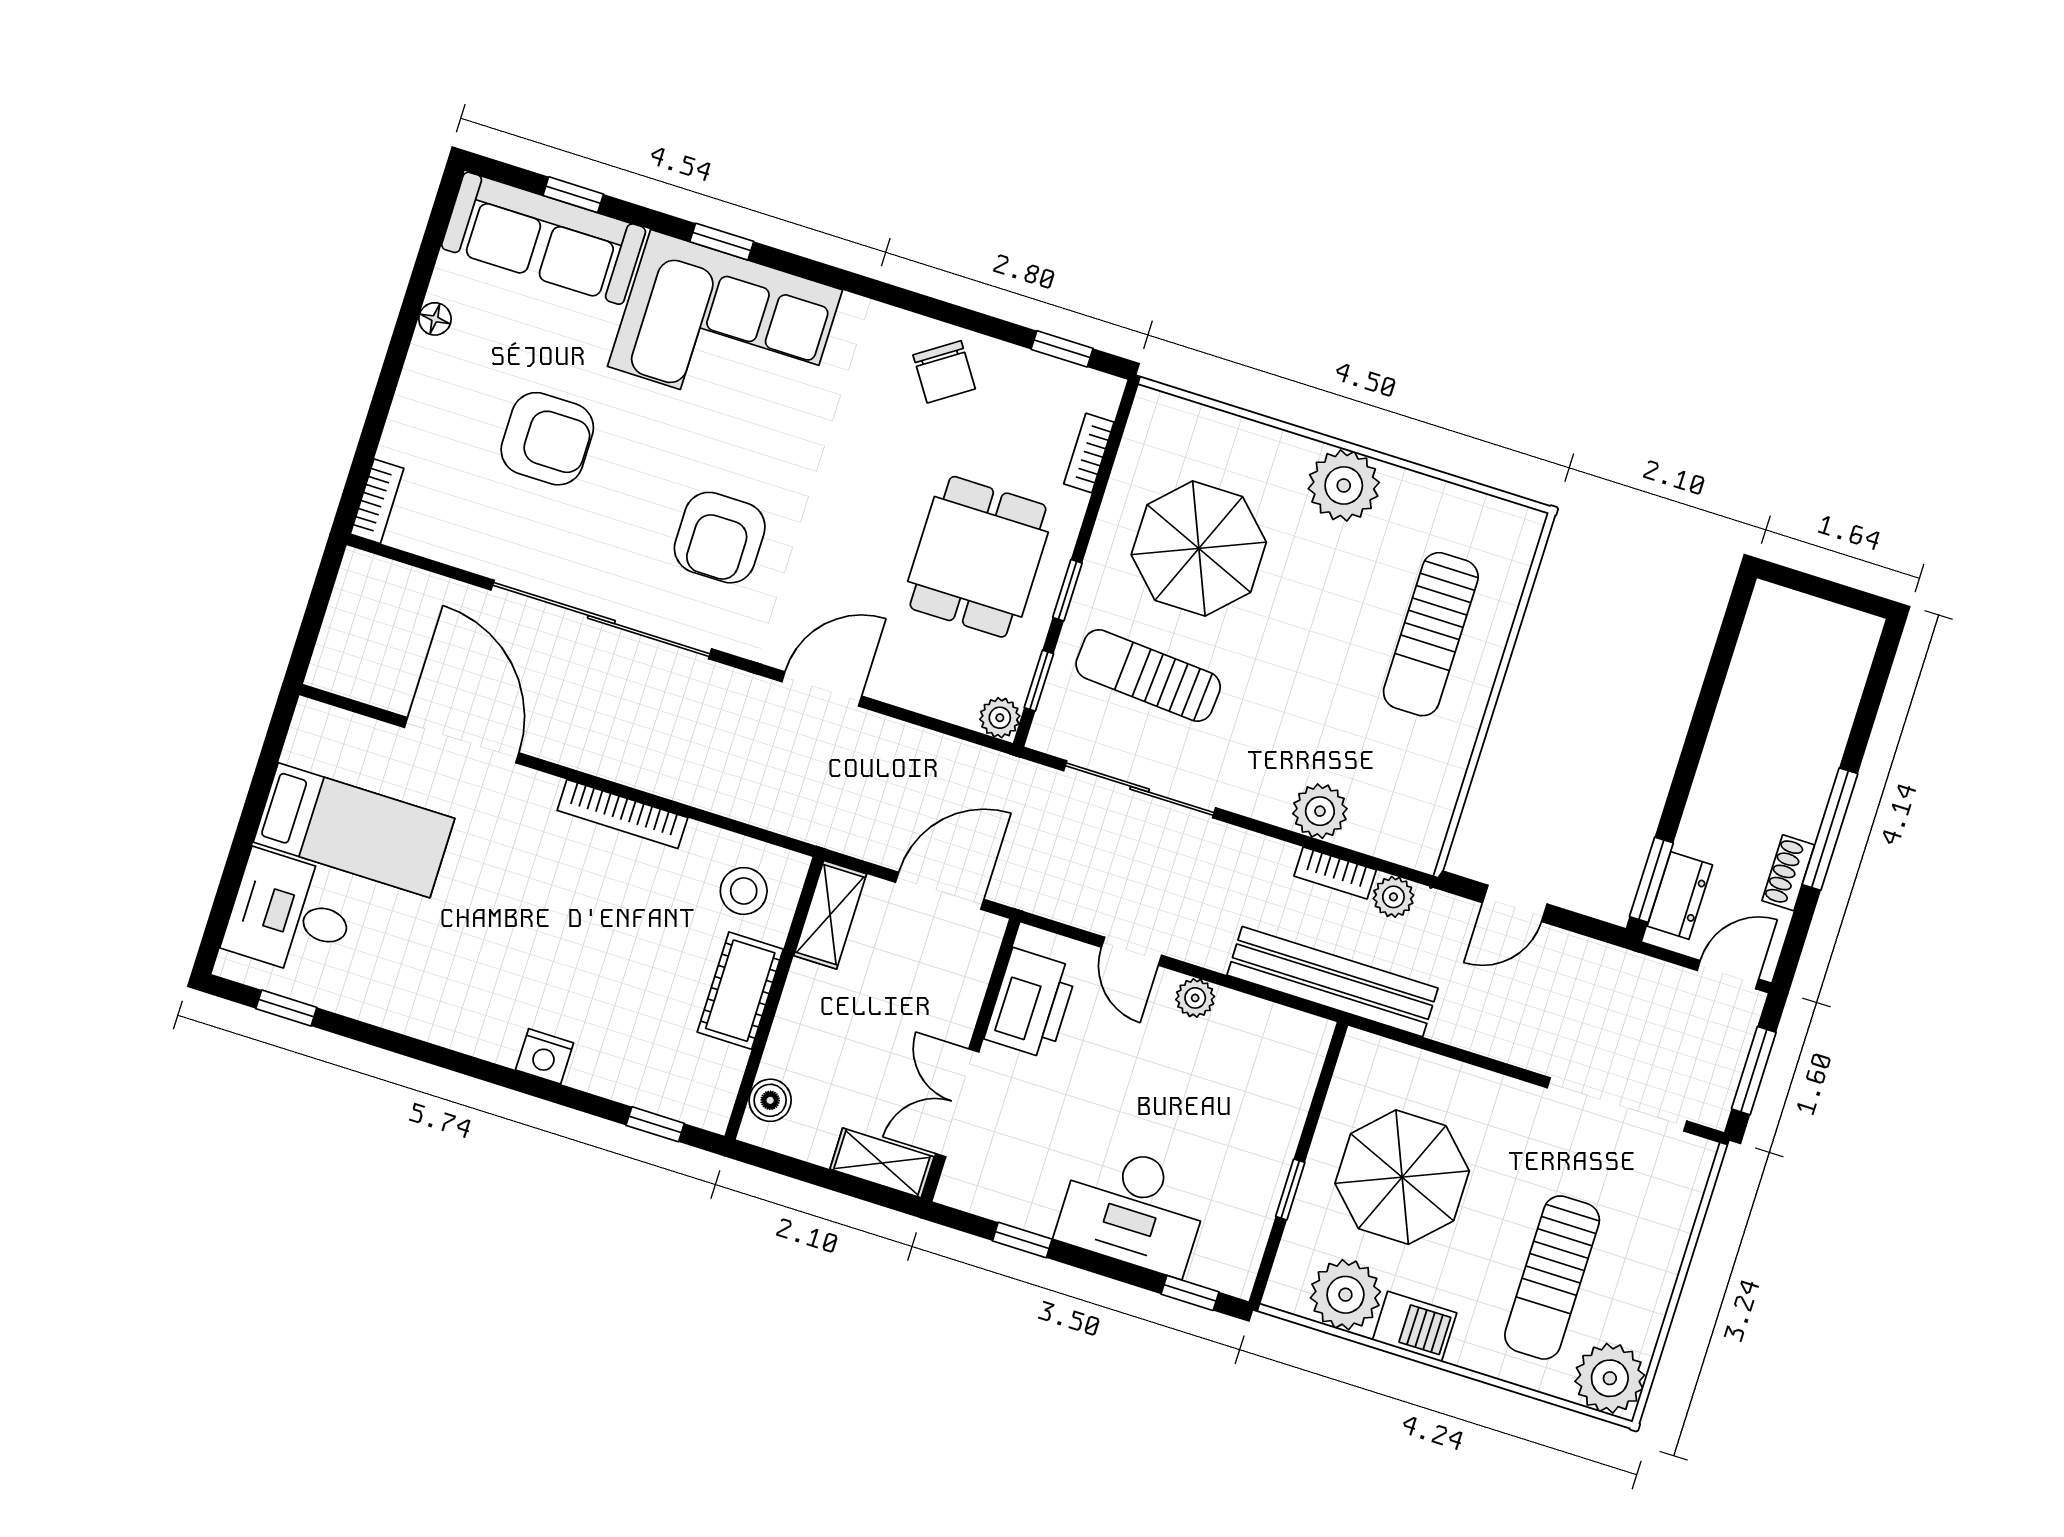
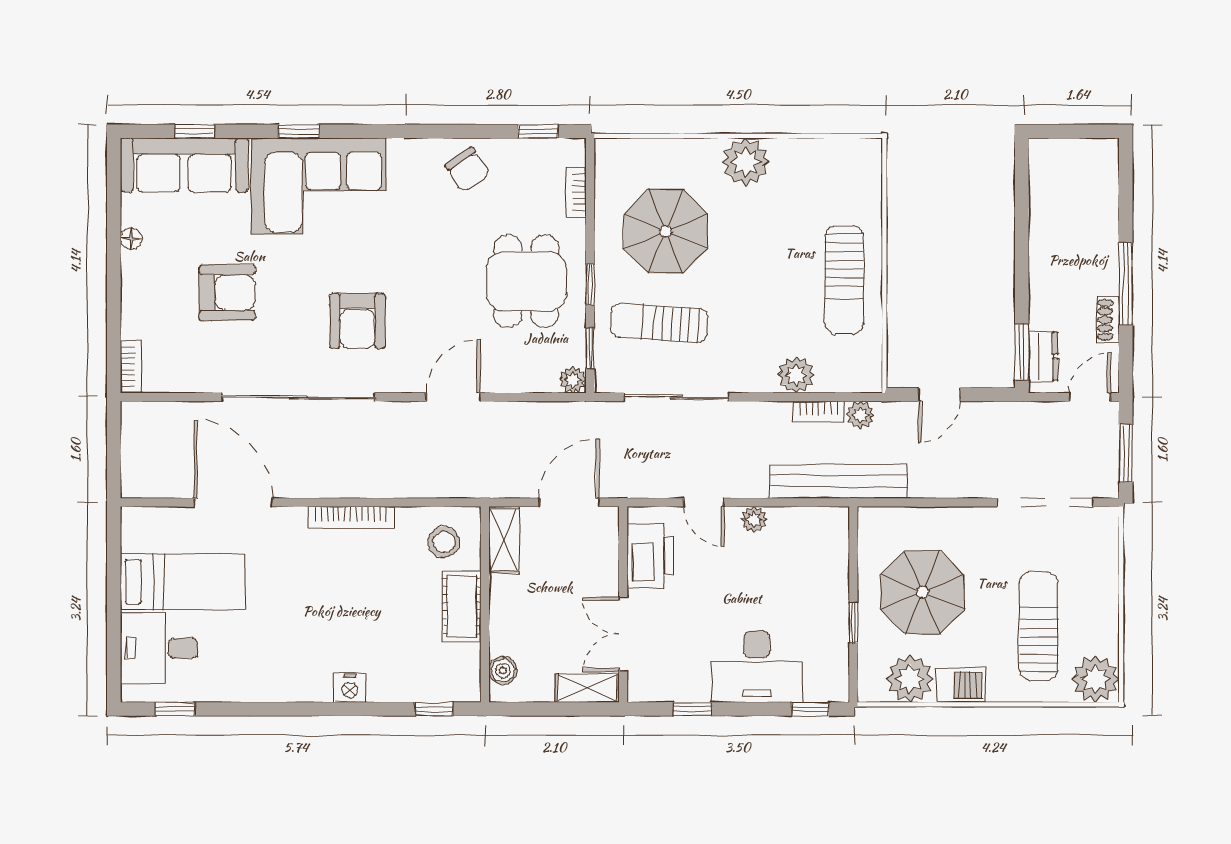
sun lounger: (1431, 634) -> (844, 280), moved
sun lounger: (1552, 1278) -> (1039, 626), turned 180

